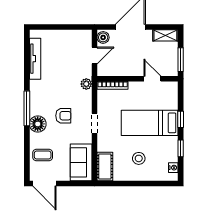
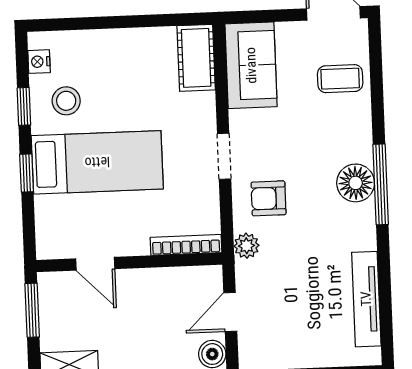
armchair: (63, 116) -> (269, 198), moved
floor lamp: (38, 124) -> (356, 183), moved
stool: (139, 158) -> (66, 101), moved

